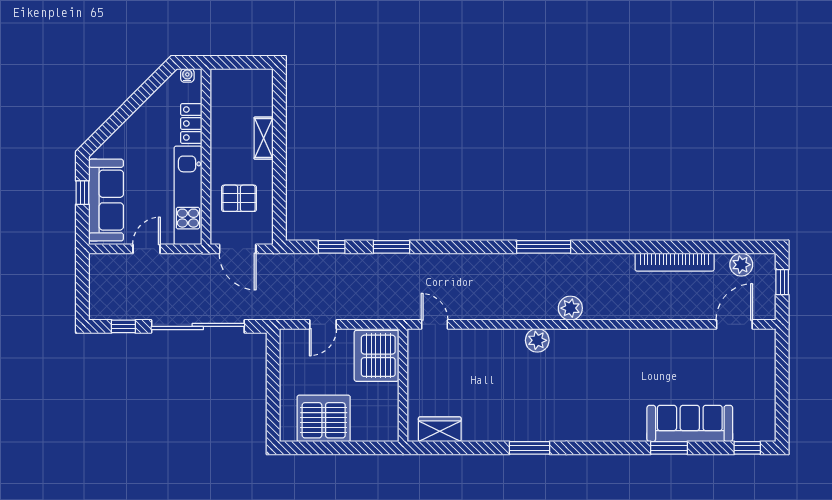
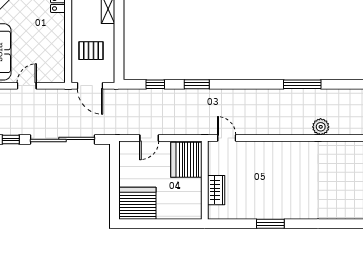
kitchen unit: (188, 195) -> (56, 49), removed
plant: (537, 340) -> (298, 149), removed
server rack: (324, 418) -> (137, 203), moved
wardrobe: (440, 429) -> (216, 190), moved, turned 90
window: (530, 448) -> (270, 224), moved

